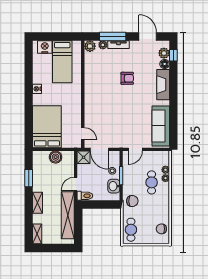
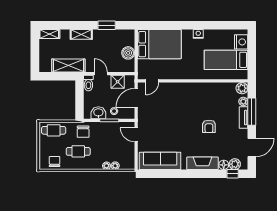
shower: (84, 157) -> (118, 82), moved
cafe table: (152, 182) -> (78, 151), moved
shelving: (68, 215) -> (68, 65), width x0.68

